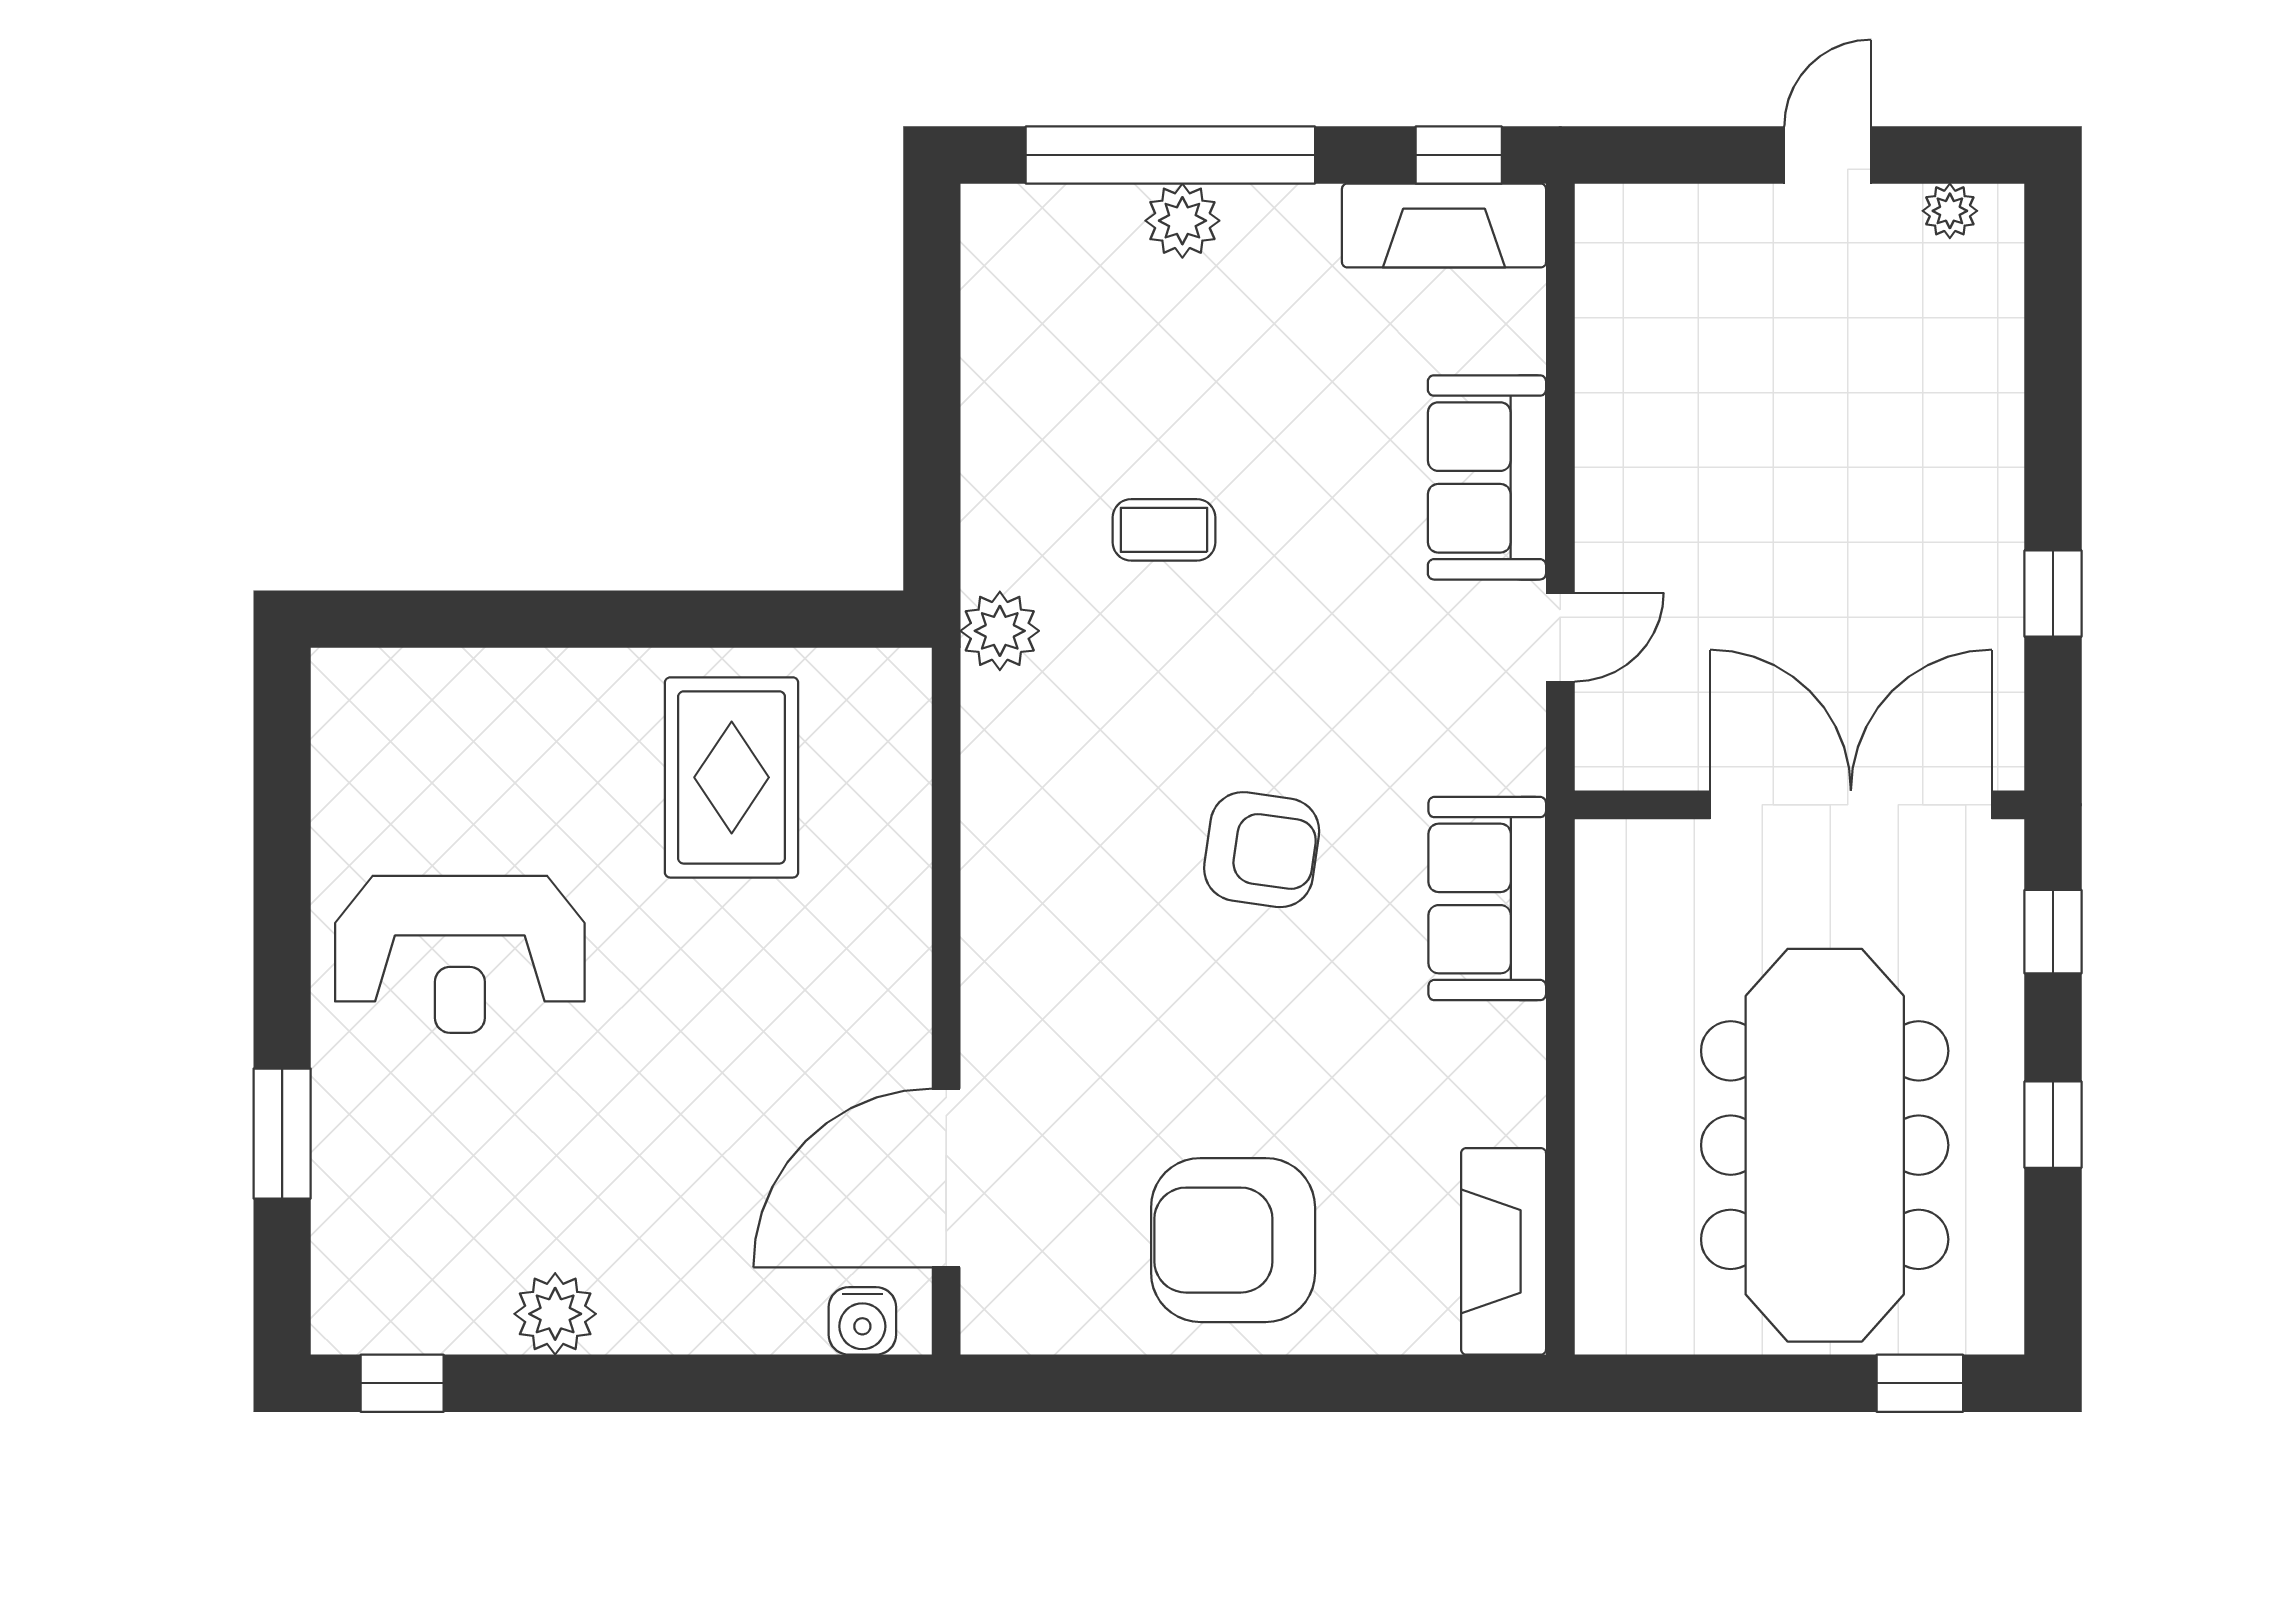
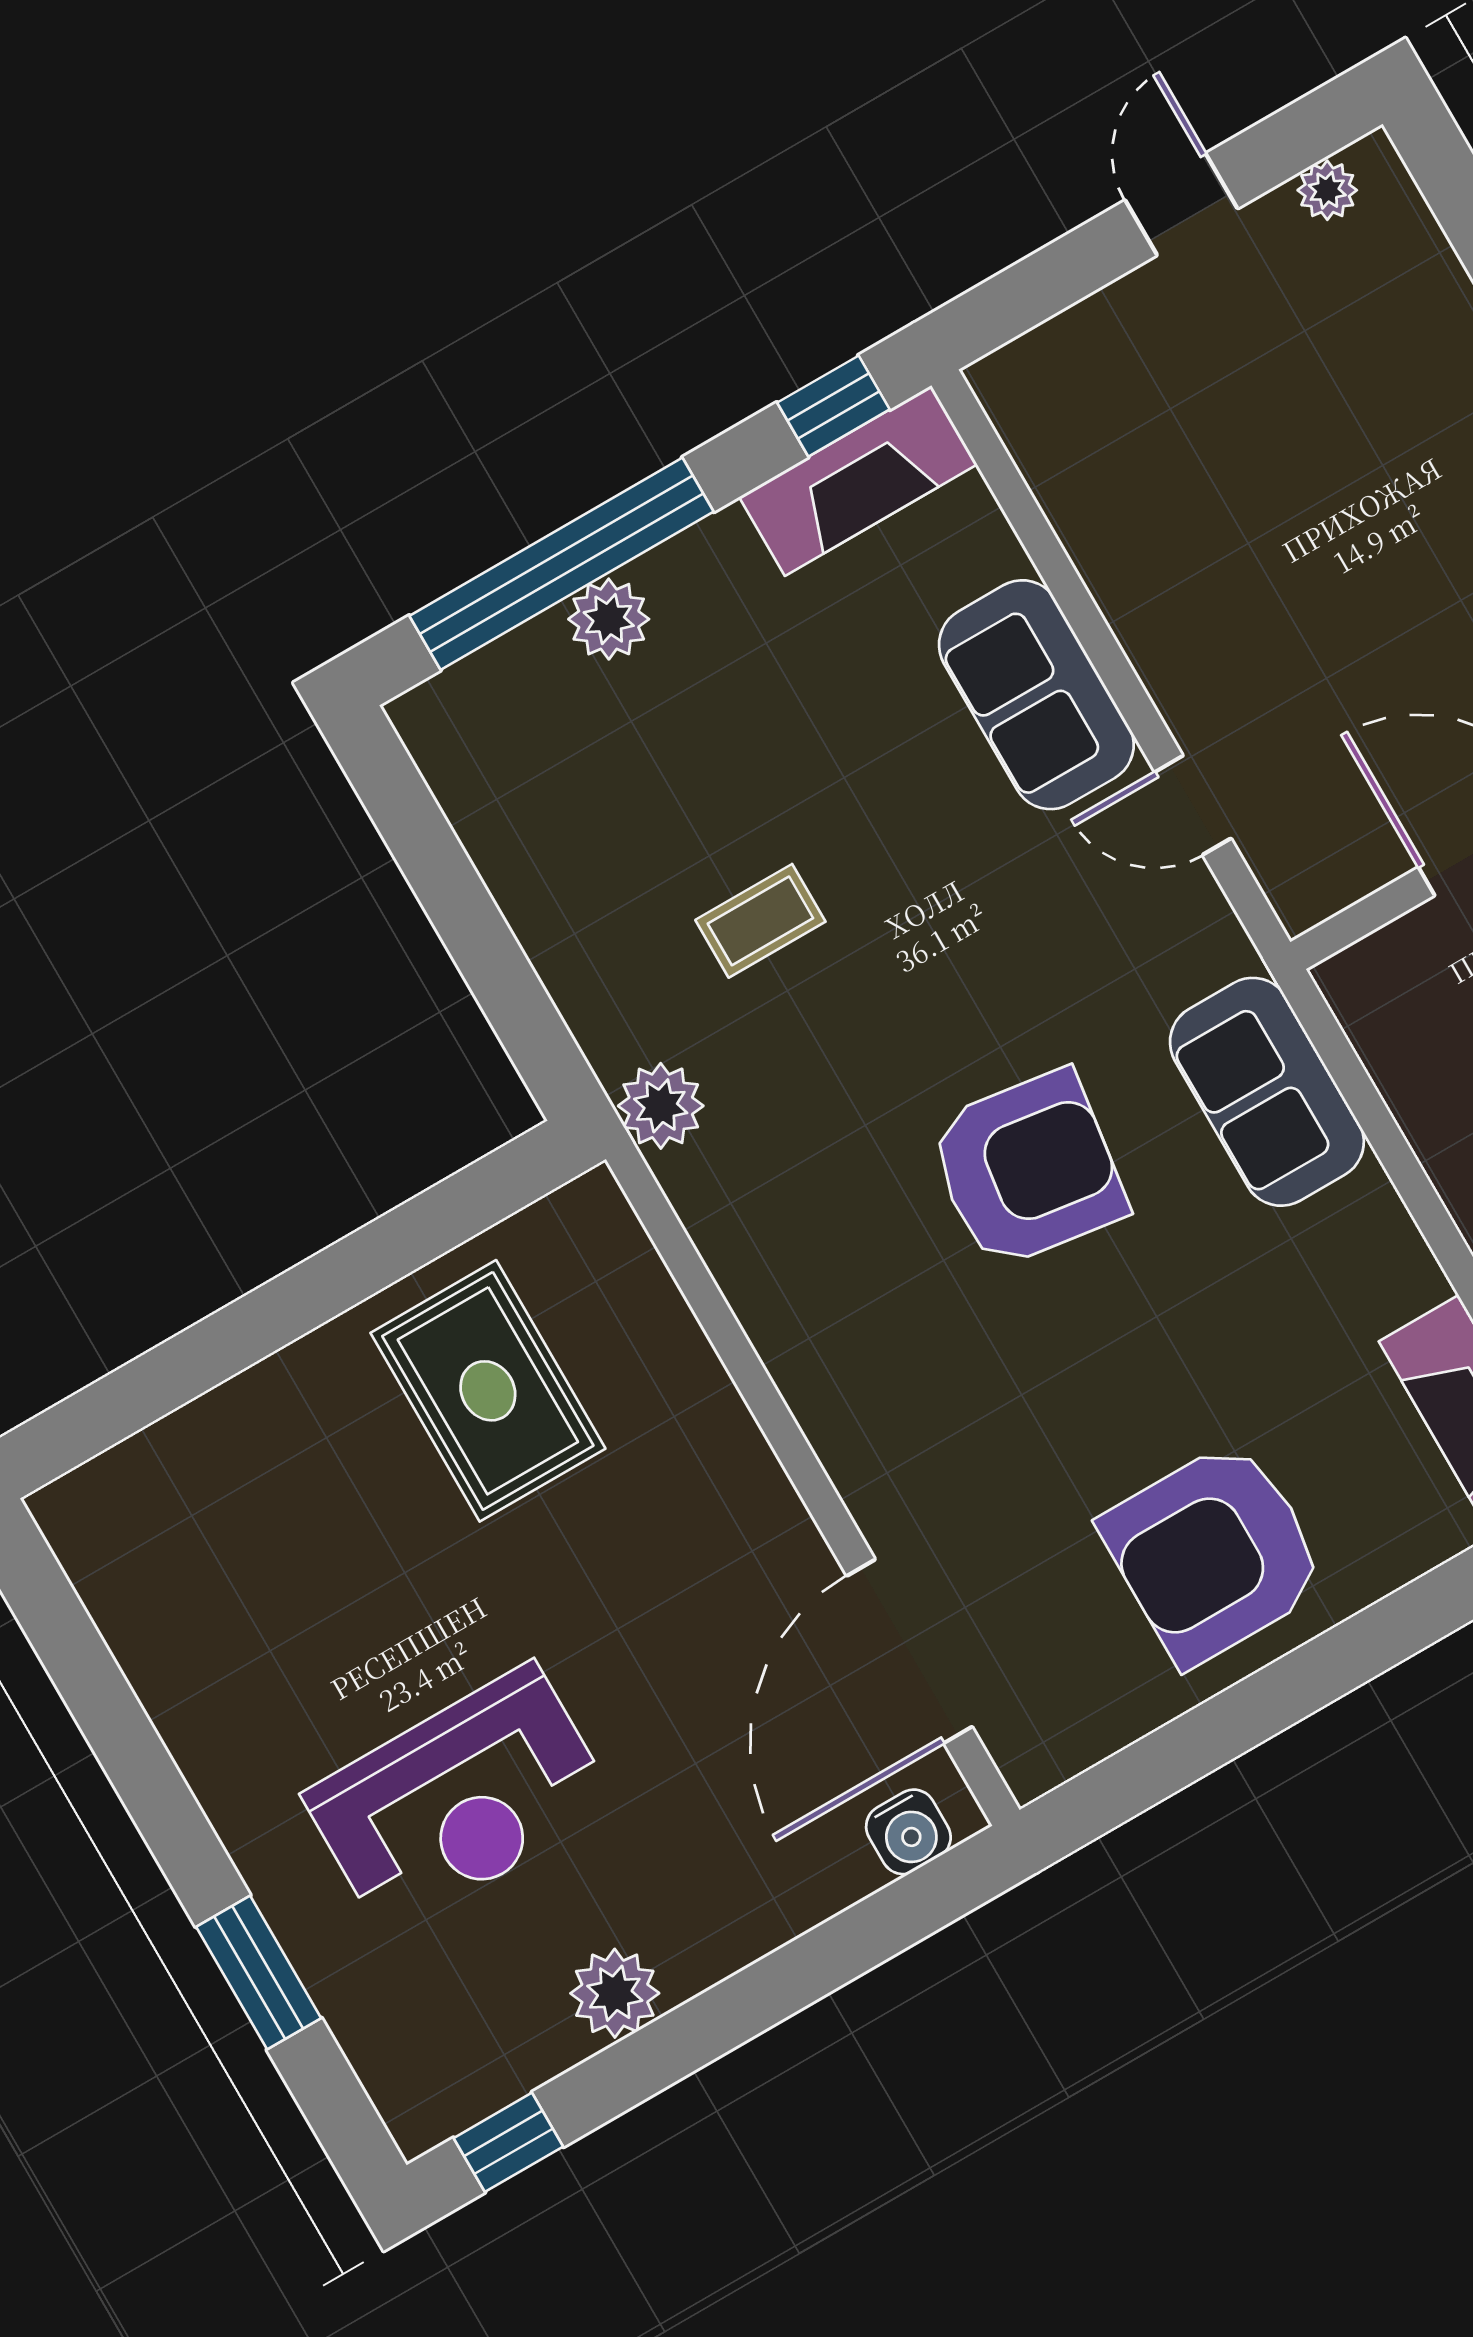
door: (1560, 637) -> (1193, 805), swing flipped
armchair: (1262, 850) -> (1027, 1169), width x1.36, depth x1.36
reception desk: (460, 954) -> (459, 1800), moved

